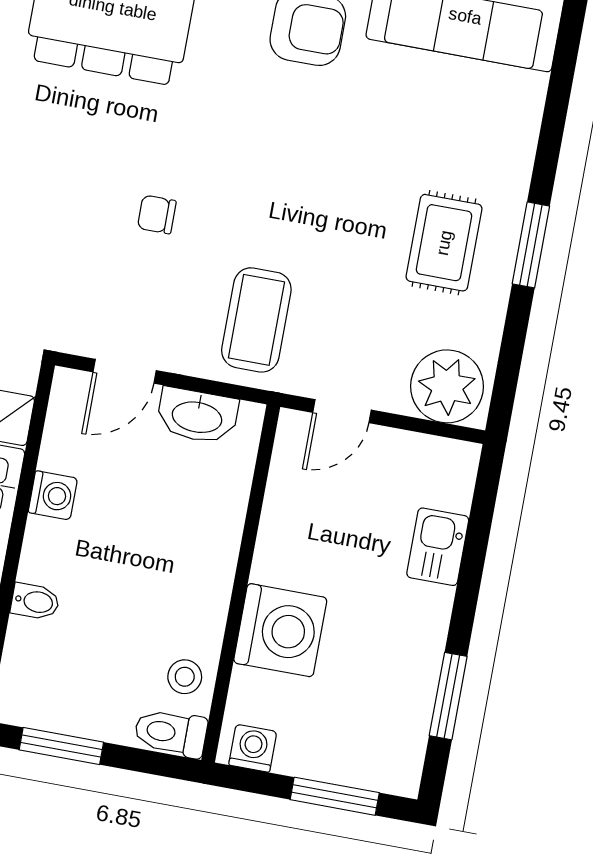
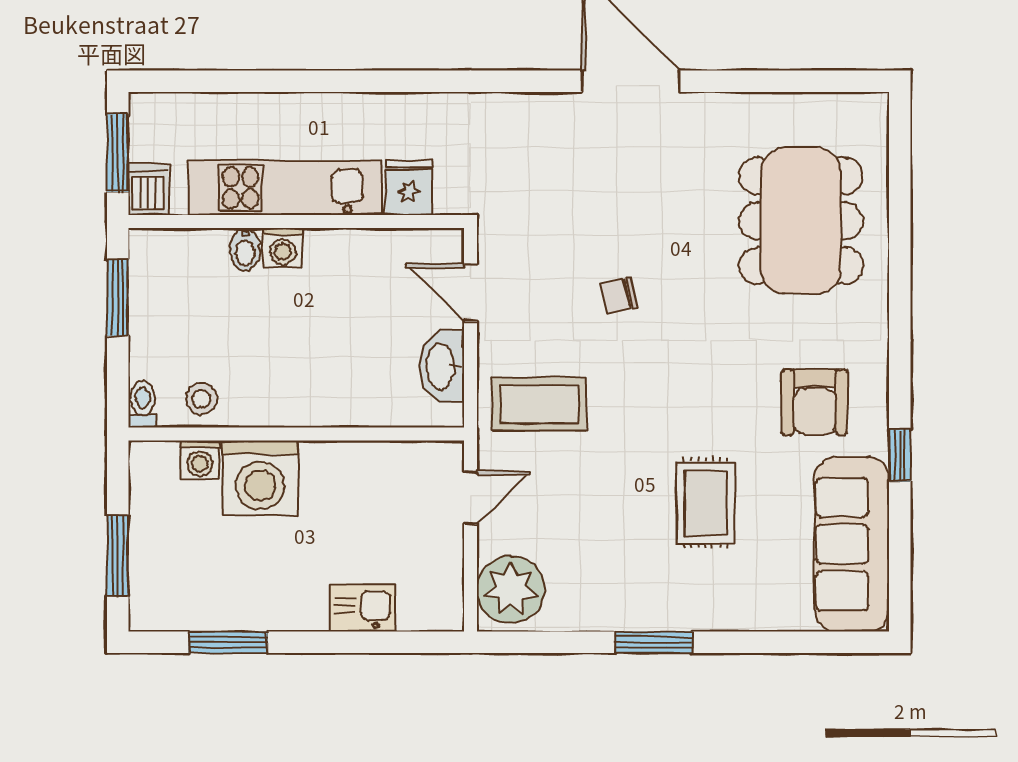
chair: (157, 214) -> (619, 296), turned -103
rug: (444, 243) -> (706, 503), moved, turned 90
door: (342, 411) -> (470, 498), swing flipped
washing machine: (53, 495) -> (283, 248), moved
toilet: (171, 733) -> (143, 404), width x0.73, depth x0.72
washing machine: (253, 748) -> (200, 460), moved, turned 90

